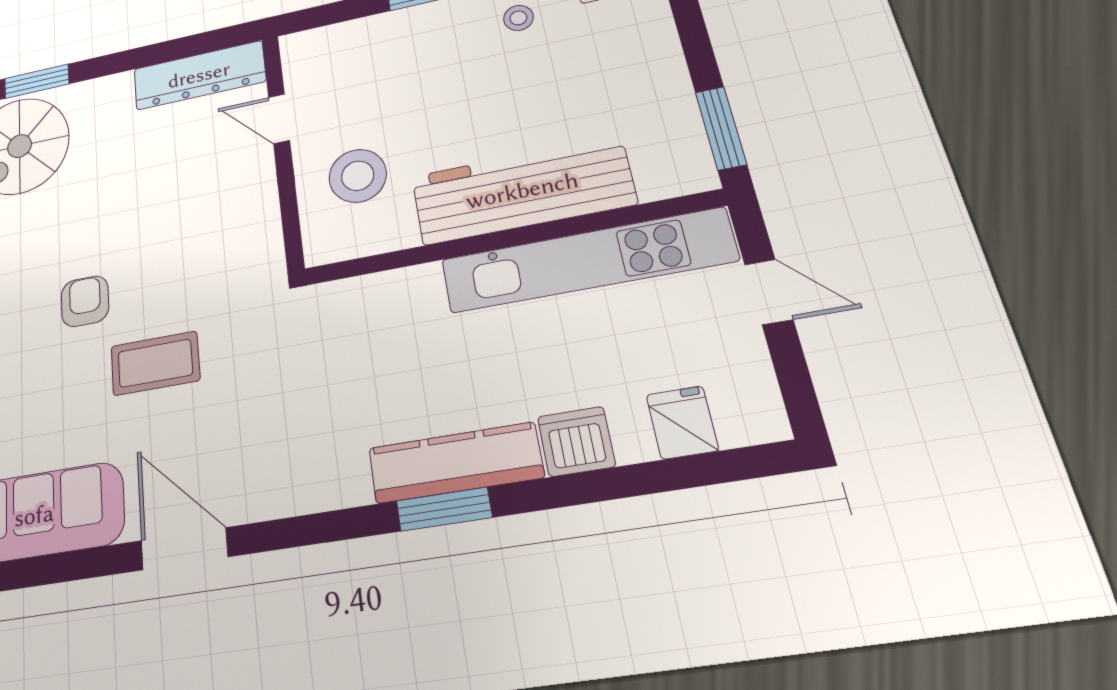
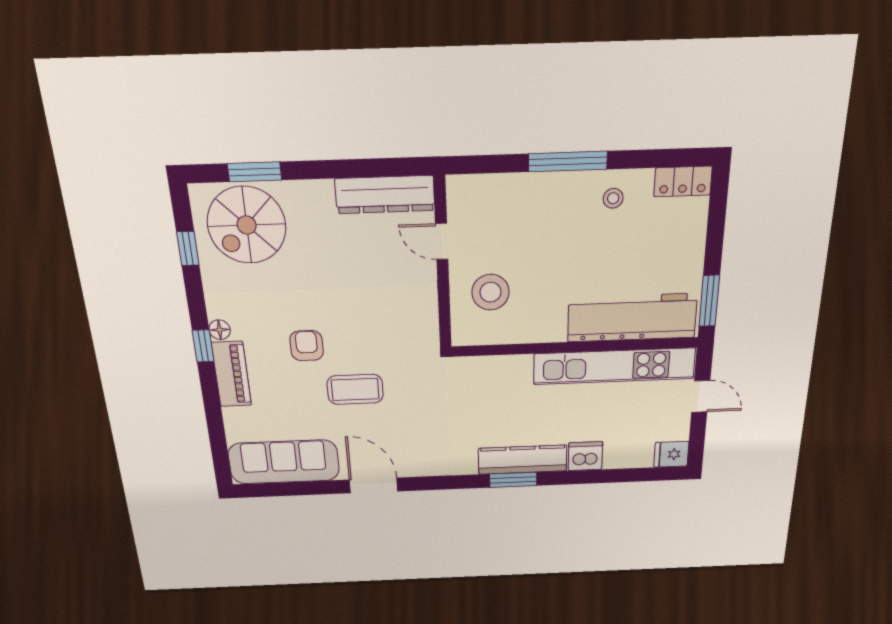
workbench: (522, 190) -> (632, 318), moved
fridge: (682, 423) -> (671, 454), moved, turned -90

